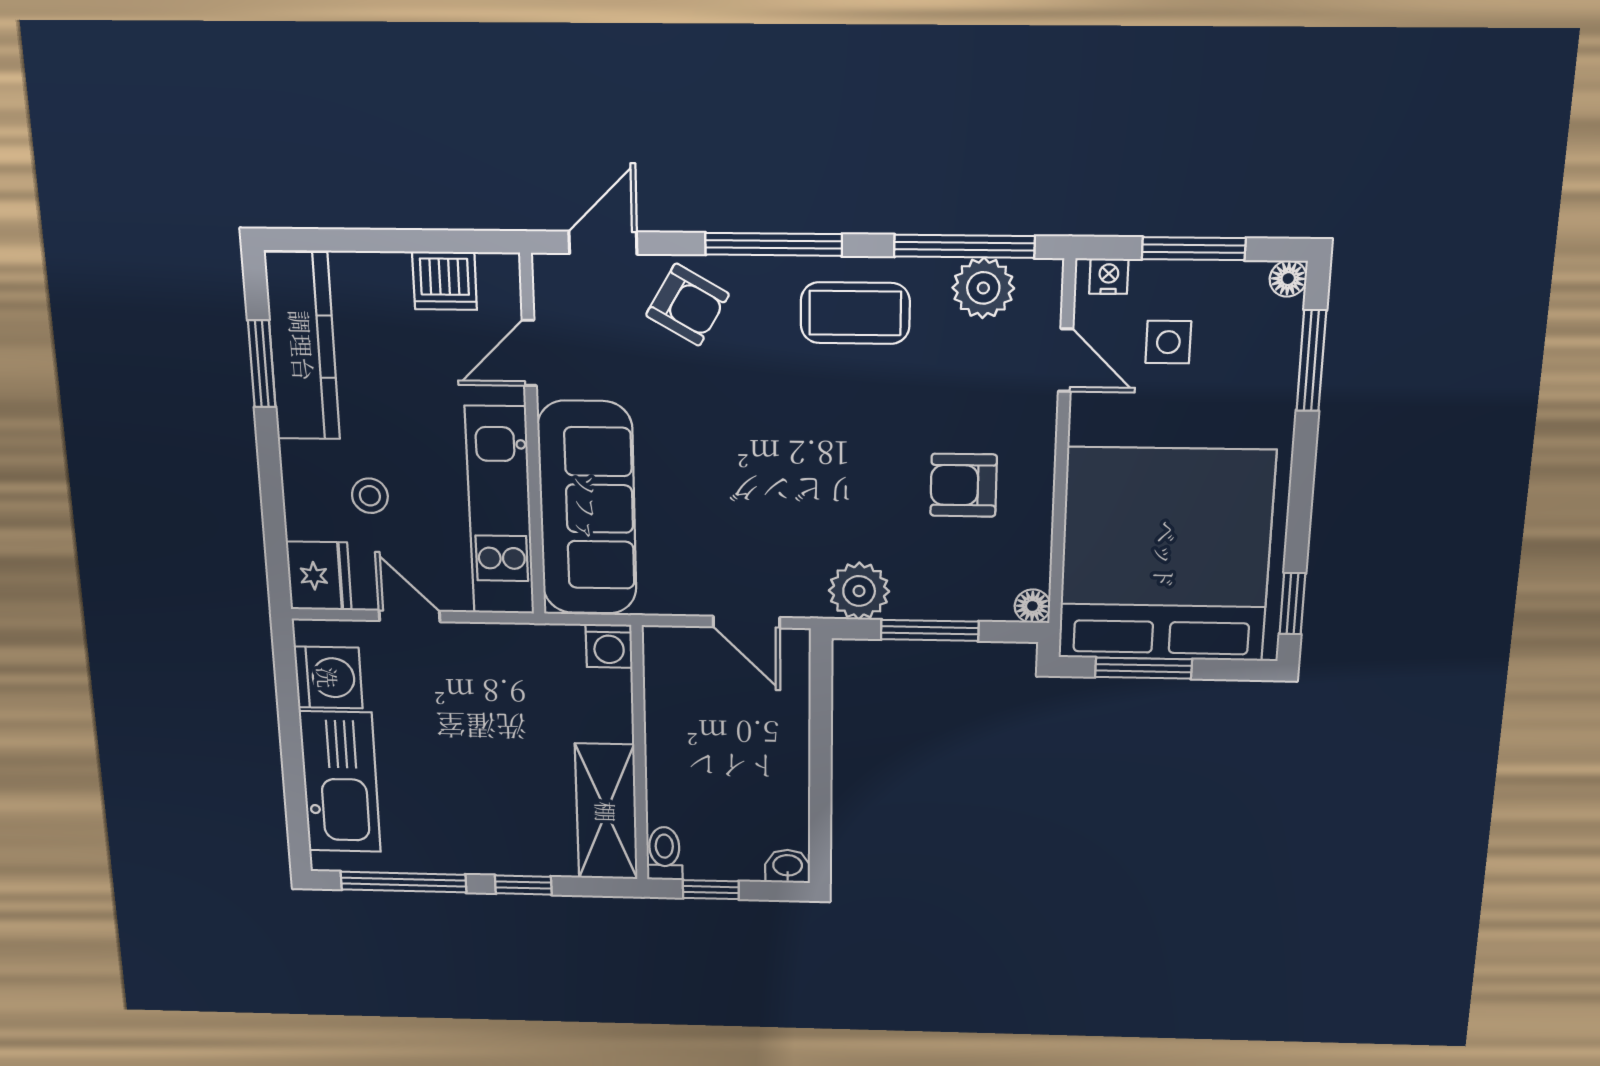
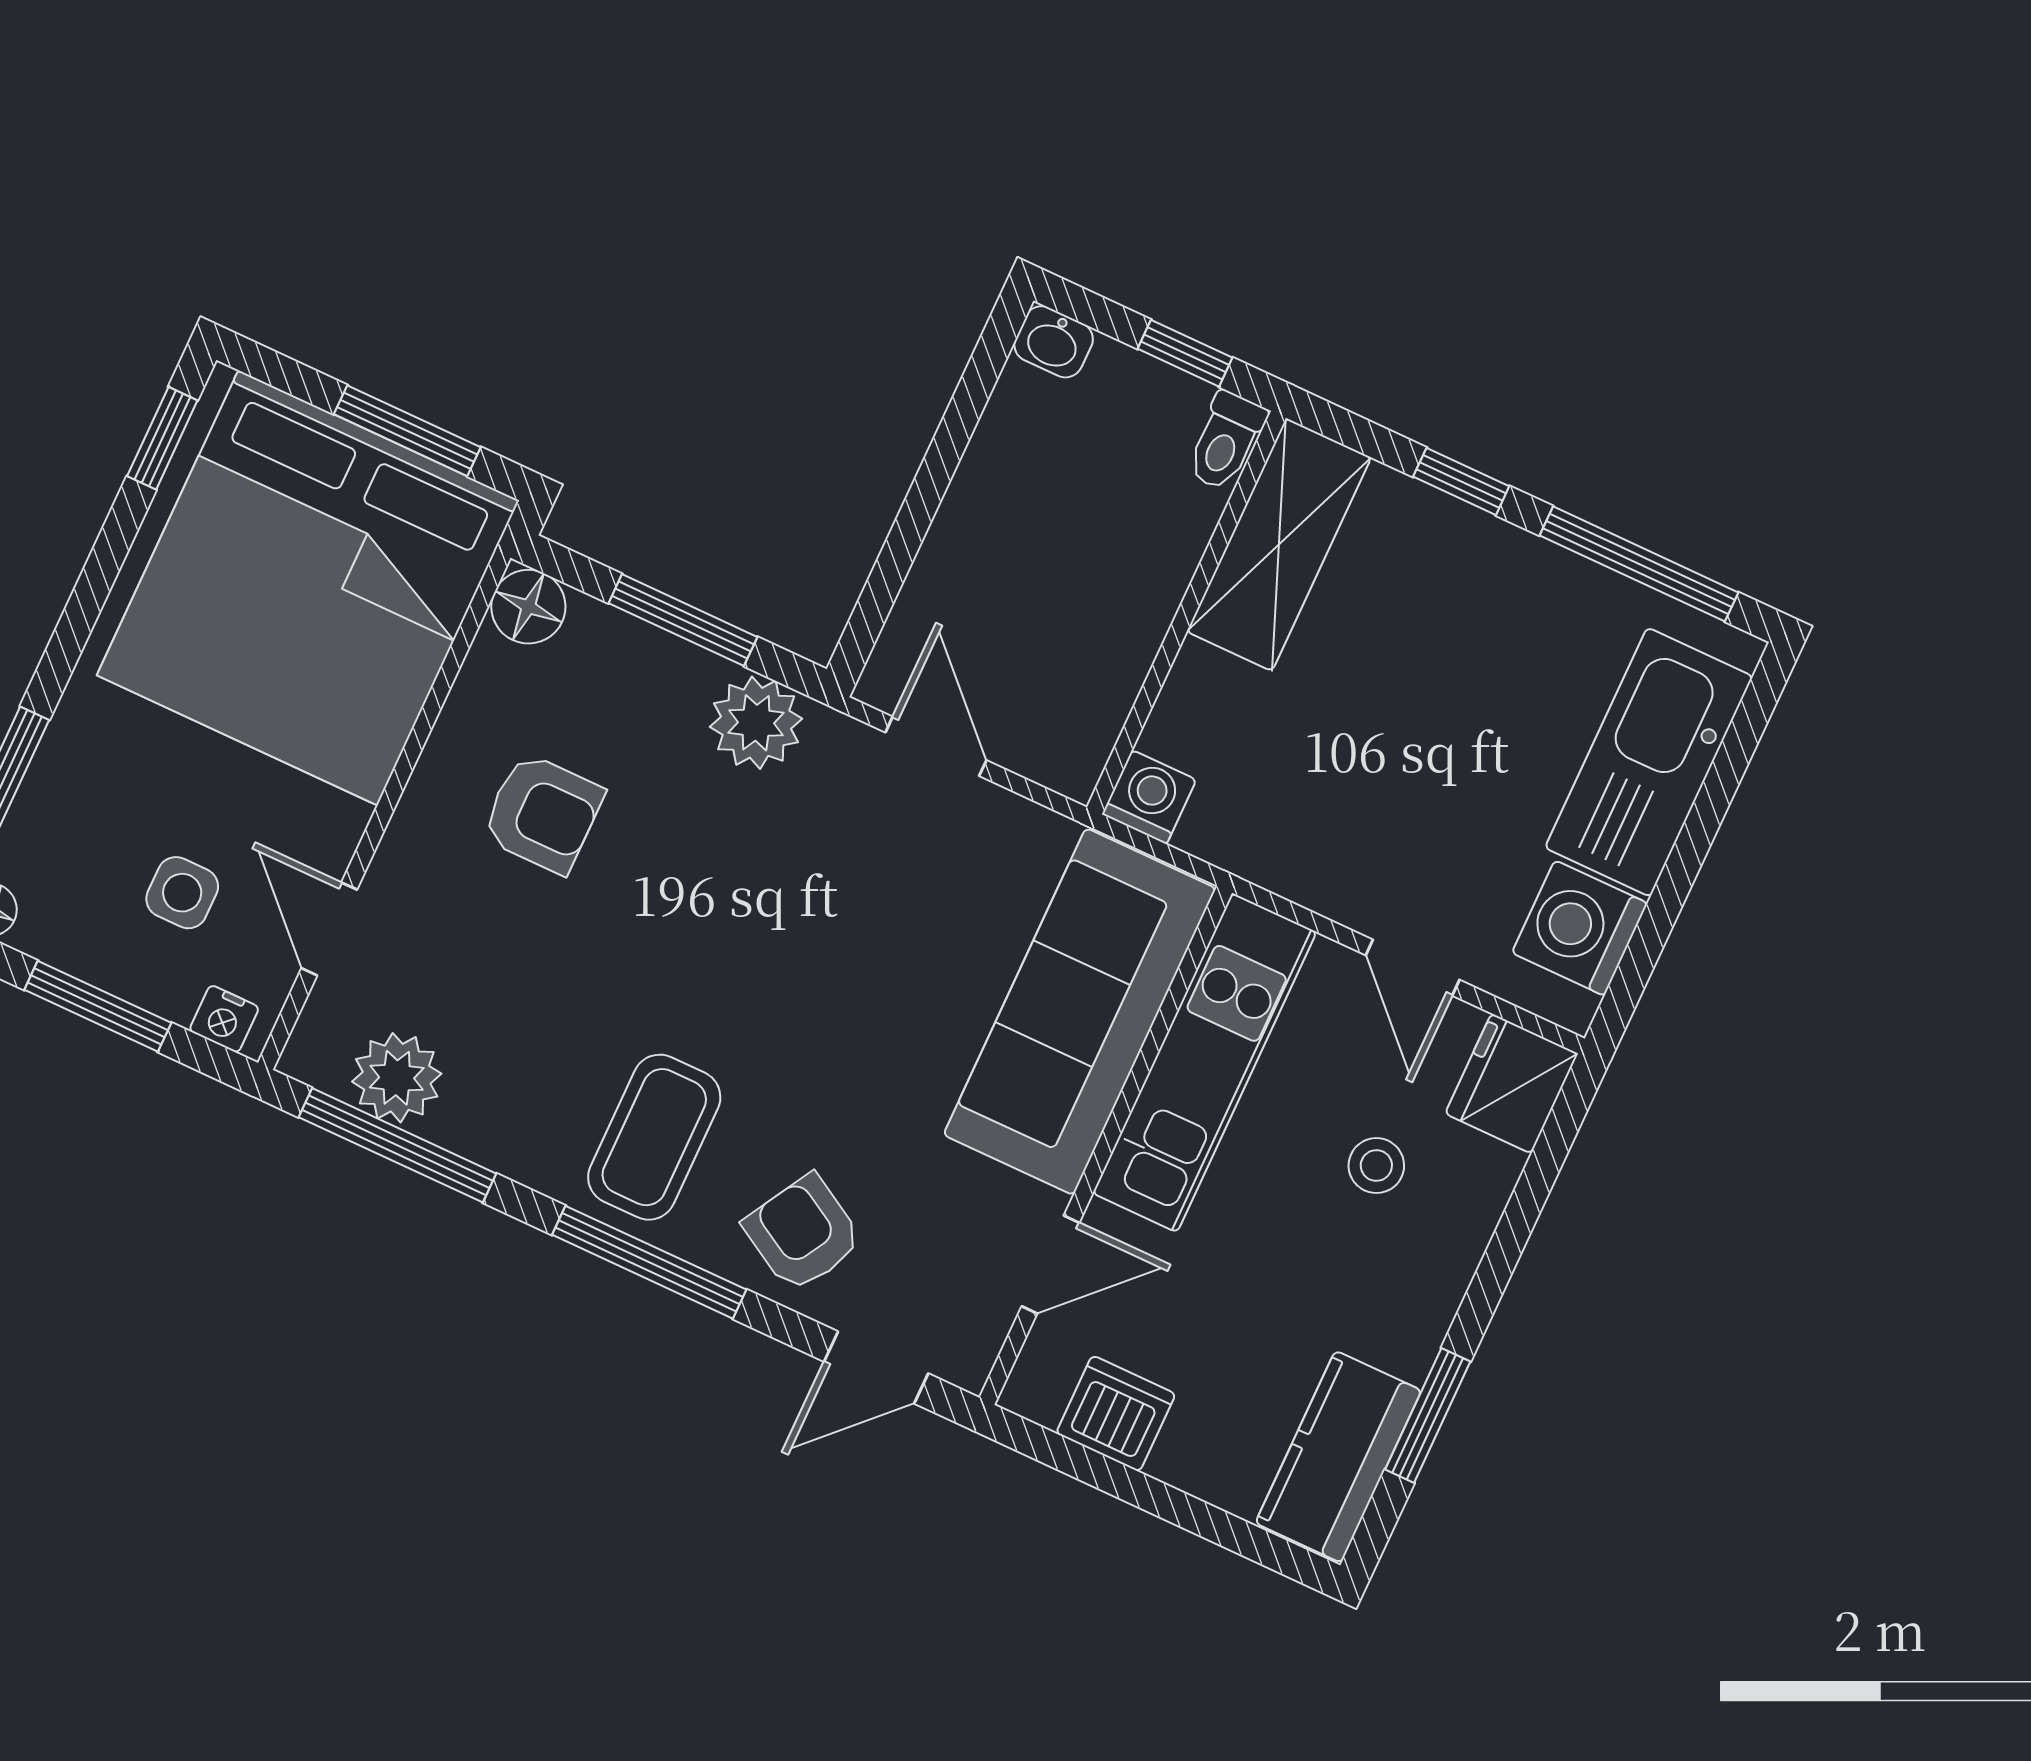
coffee table: (855, 313) -> (654, 1137), moved, turned 90
kitchen counter: (302, 346) -> (1338, 1457), width x0.67
floor lamp: (1032, 606) -> (528, 607), width x1.37, depth x1.37

